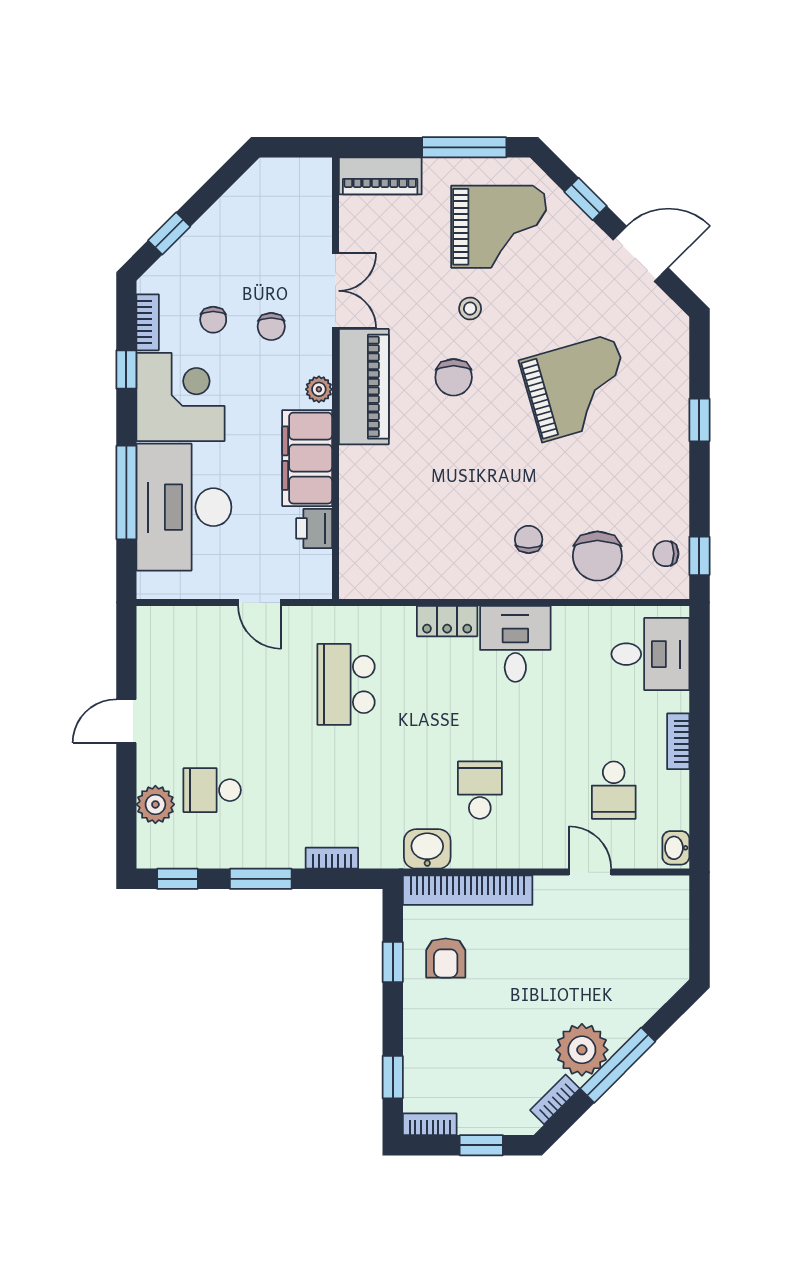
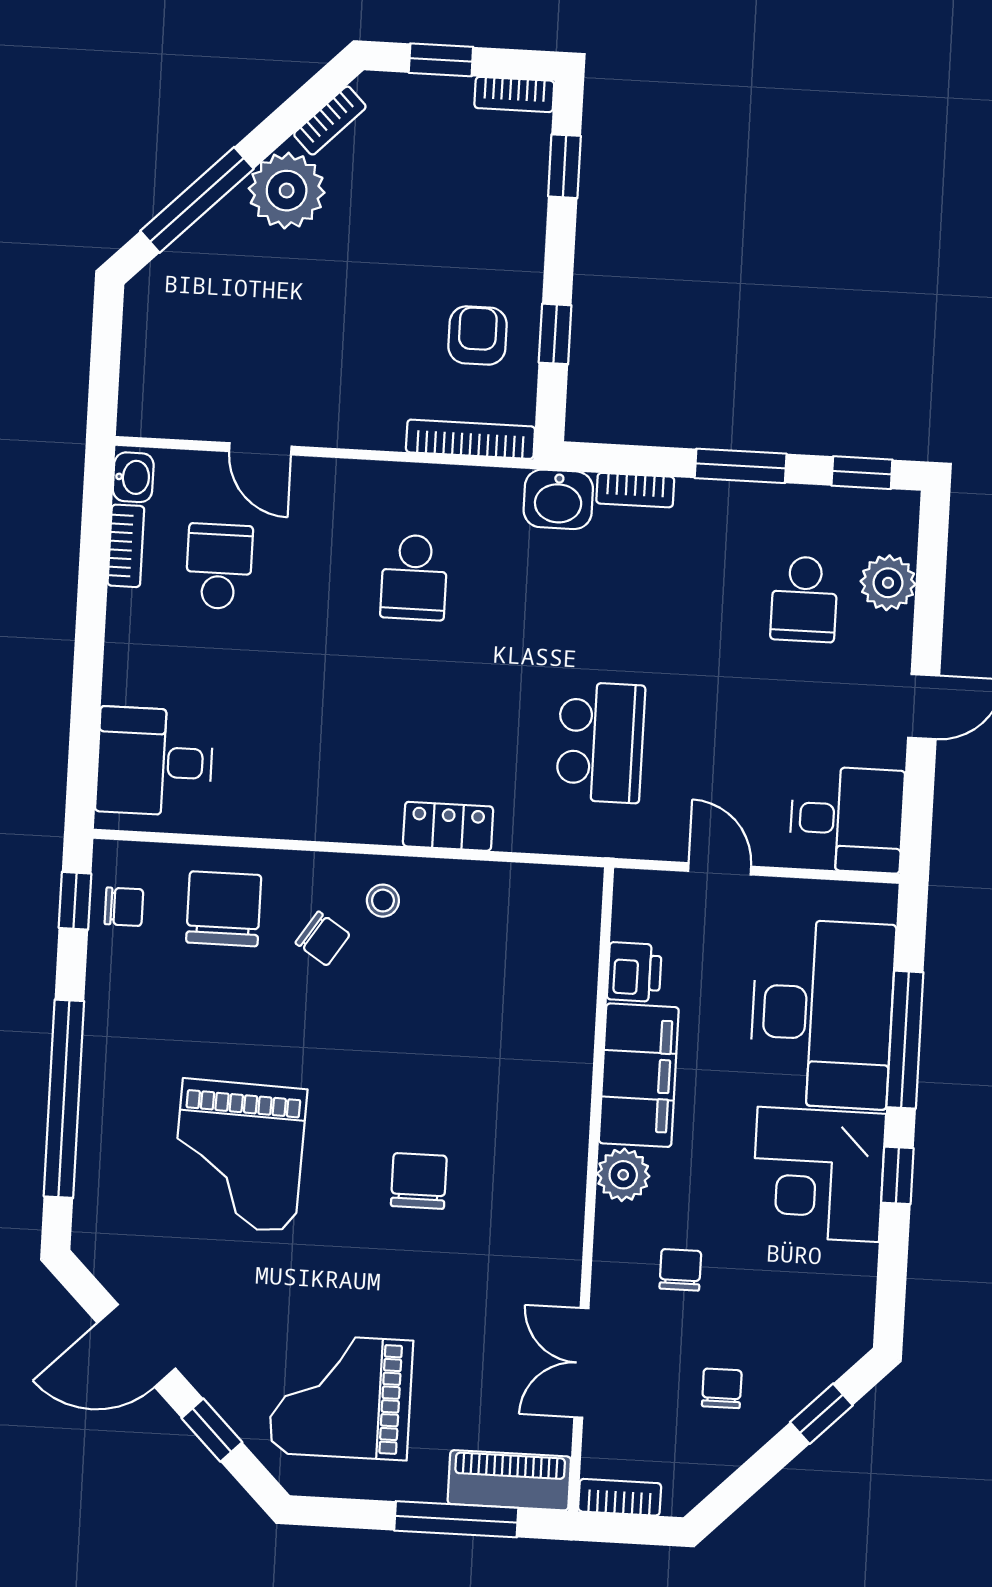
window: (464, 147) -> (456, 1519), moved
double door: (335, 291) -> (581, 1363), moved
stool: (470, 309) -> (383, 901), moved
chair: (213, 320) -> (722, 1388), moved
bookcase: (148, 322) -> (620, 1497), moved, turned 90
window: (126, 370) -> (897, 1175), moved
piano: (364, 387) -> (550, 1175), removed
grand piano: (578, 388) -> (239, 1155), turned -72
plant: (319, 389) -> (623, 1175), width x1.38, depth x1.38
window: (699, 420) -> (64, 1099), width x3.17
chair: (529, 539) -> (323, 939), turned -57
desk: (515, 644) -> (847, 819), moved, turned -90
bookcase: (678, 741) -> (126, 546), moved
school desk: (212, 790) -> (804, 599), turned 90
washbasin: (427, 849) -> (558, 499), moved
bookcase: (468, 890) -> (470, 439), width x0.68, depth x0.76
window: (618, 1065) -> (197, 200), moved

